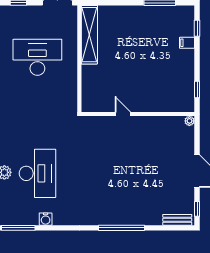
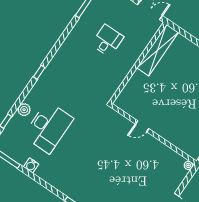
desk: (37, 57) -> (107, 41), width x0.53, depth x0.77
door: (123, 114) -> (142, 126), swing flipped

